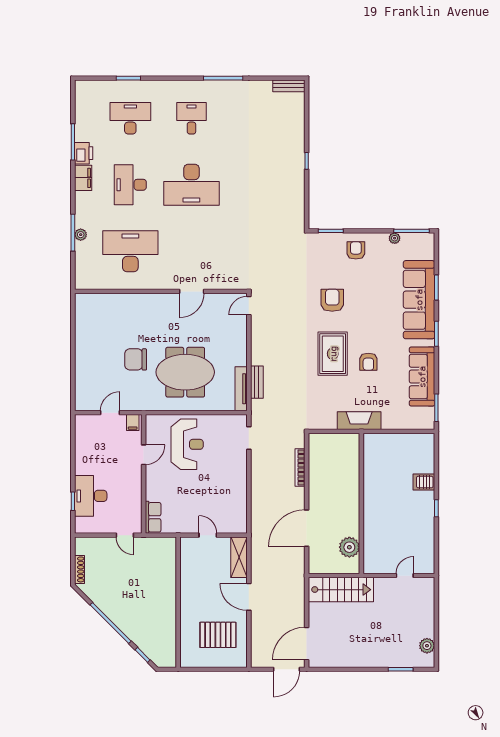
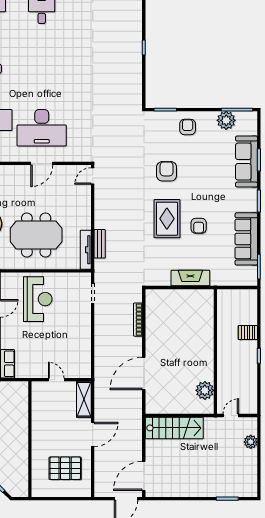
desk: (191, 185) -> (42, 128), moved
plant: (395, 238) -> (226, 120), width x1.88, depth x1.88
sofa: (419, 300) -> (247, 162), width x0.74, depth x0.79
wall: (361, 503) -> (215, 352), moved
plant: (349, 547) -> (205, 390), moved
door: (249, 597) -> (93, 434), swing flipped
plant: (427, 646) -> (251, 442), moved

